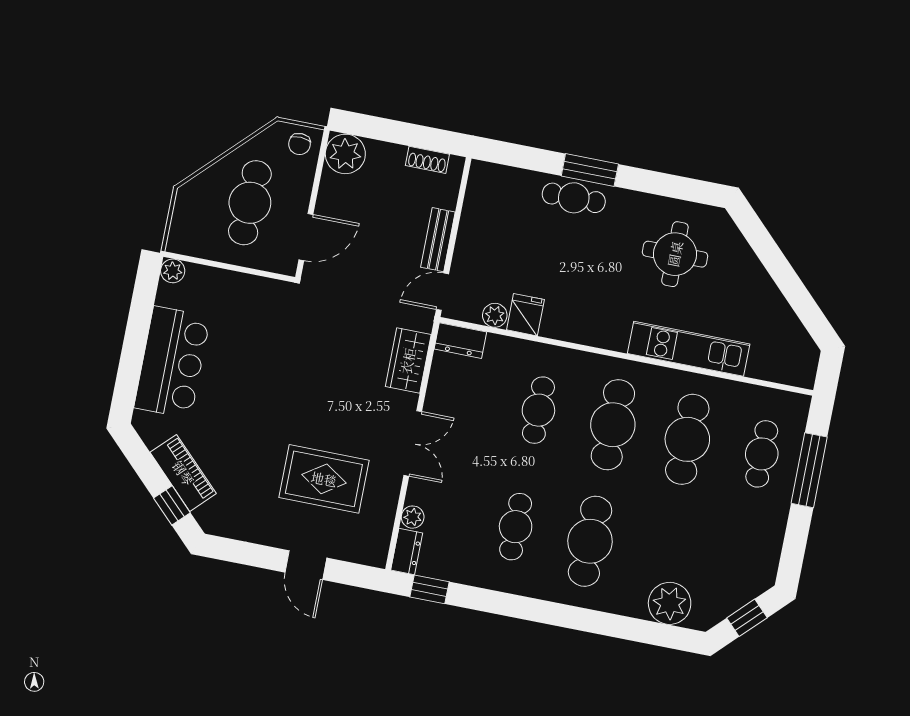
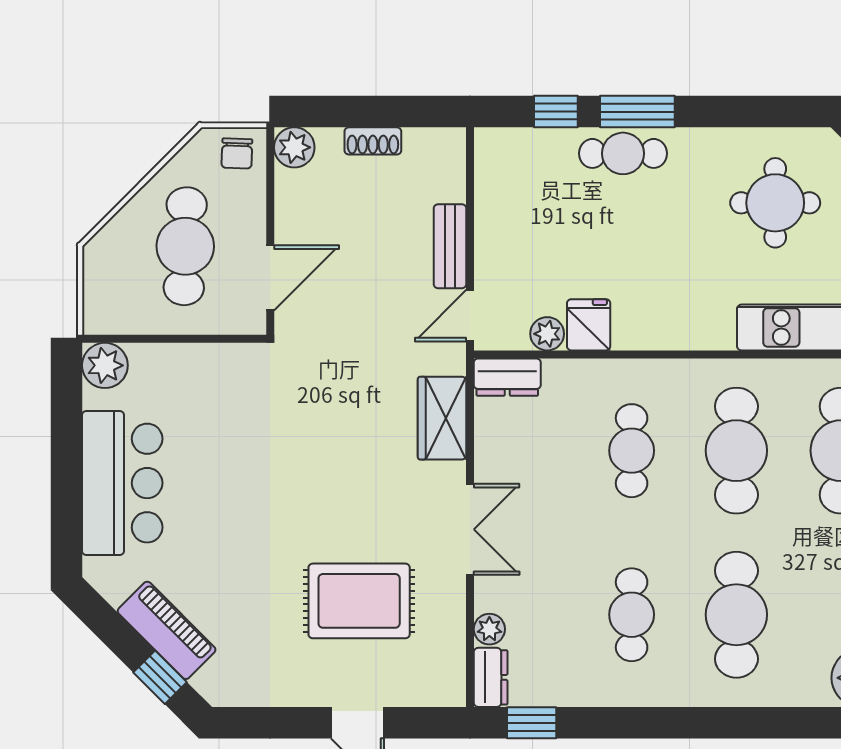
plant: (345, 154) -> (294, 147), width x0.73, depth x0.73
window: (532, 159) -> (556, 112), added
shoe rack: (427, 160) -> (373, 141), moved
plant: (173, 271) -> (105, 365), width x1.38, depth x1.38

